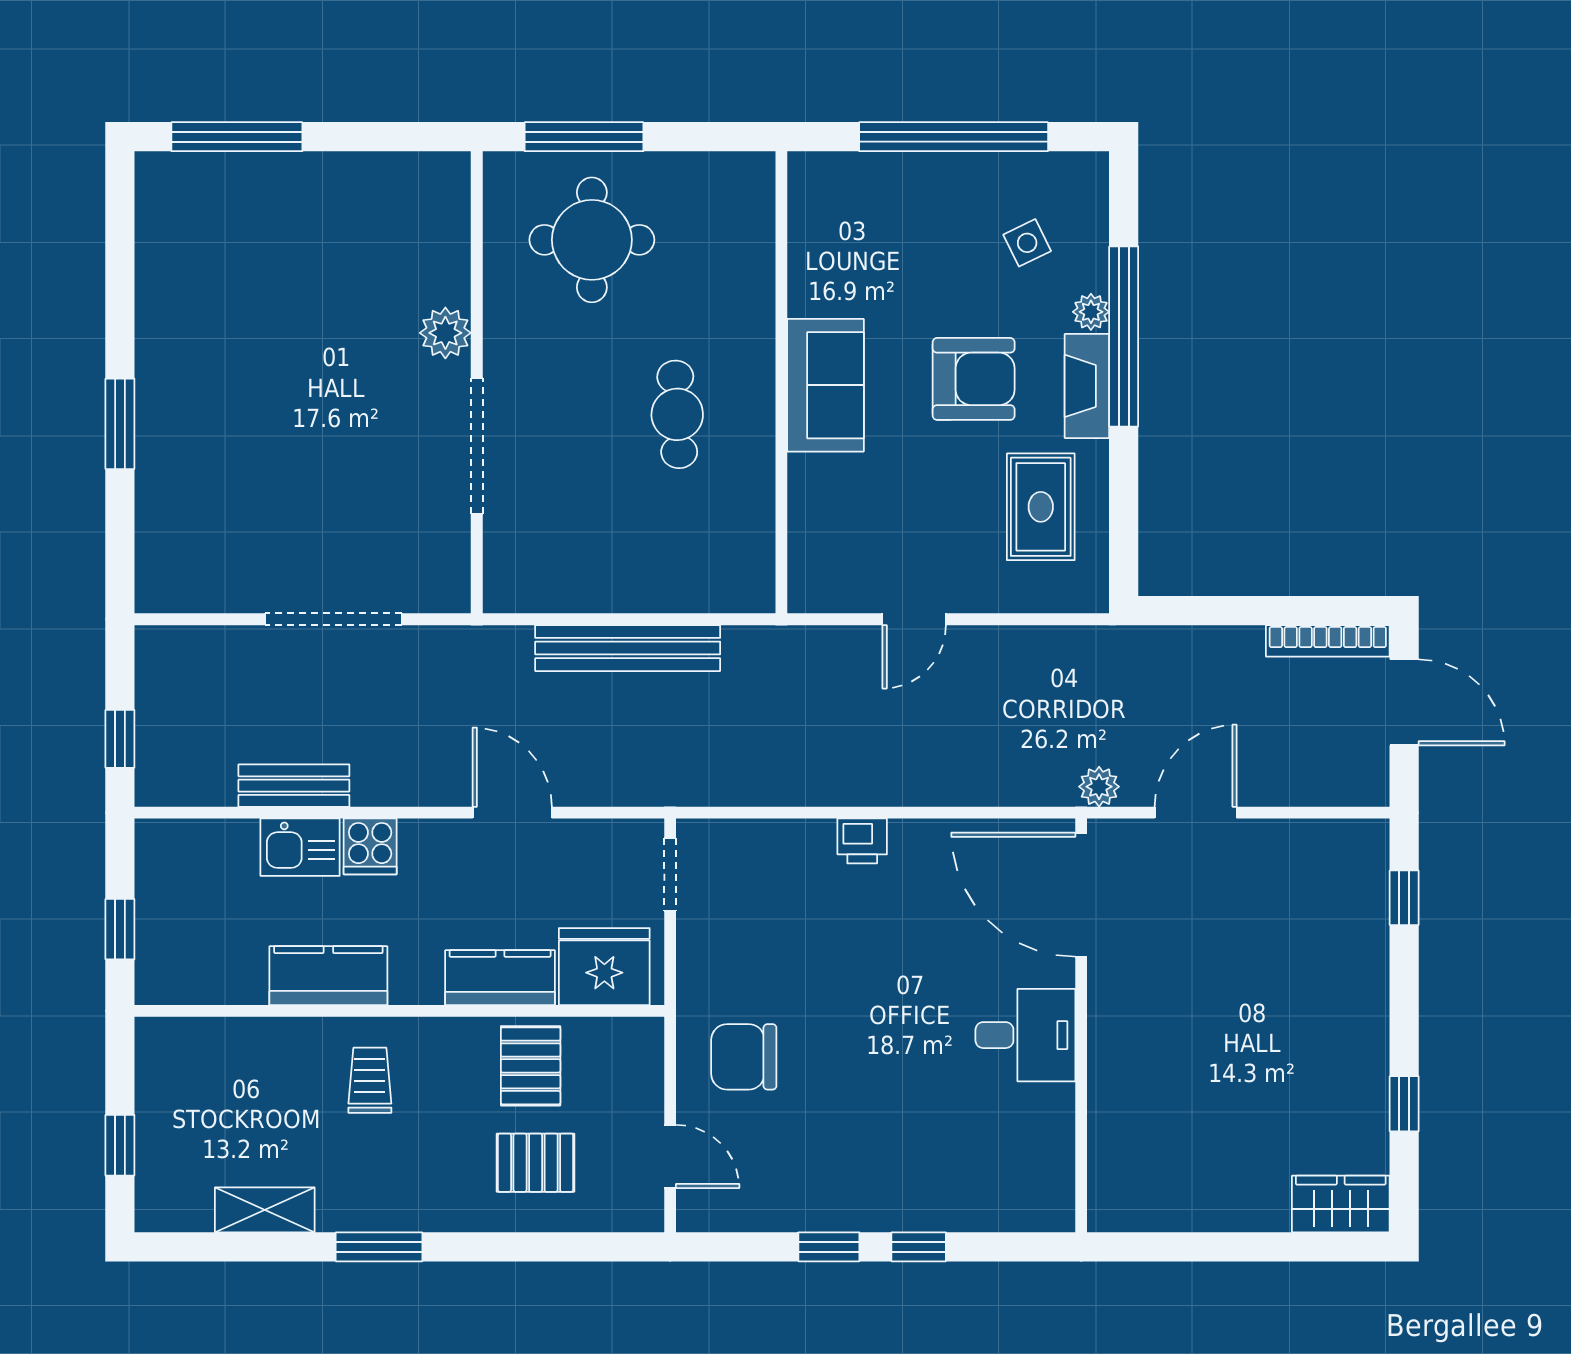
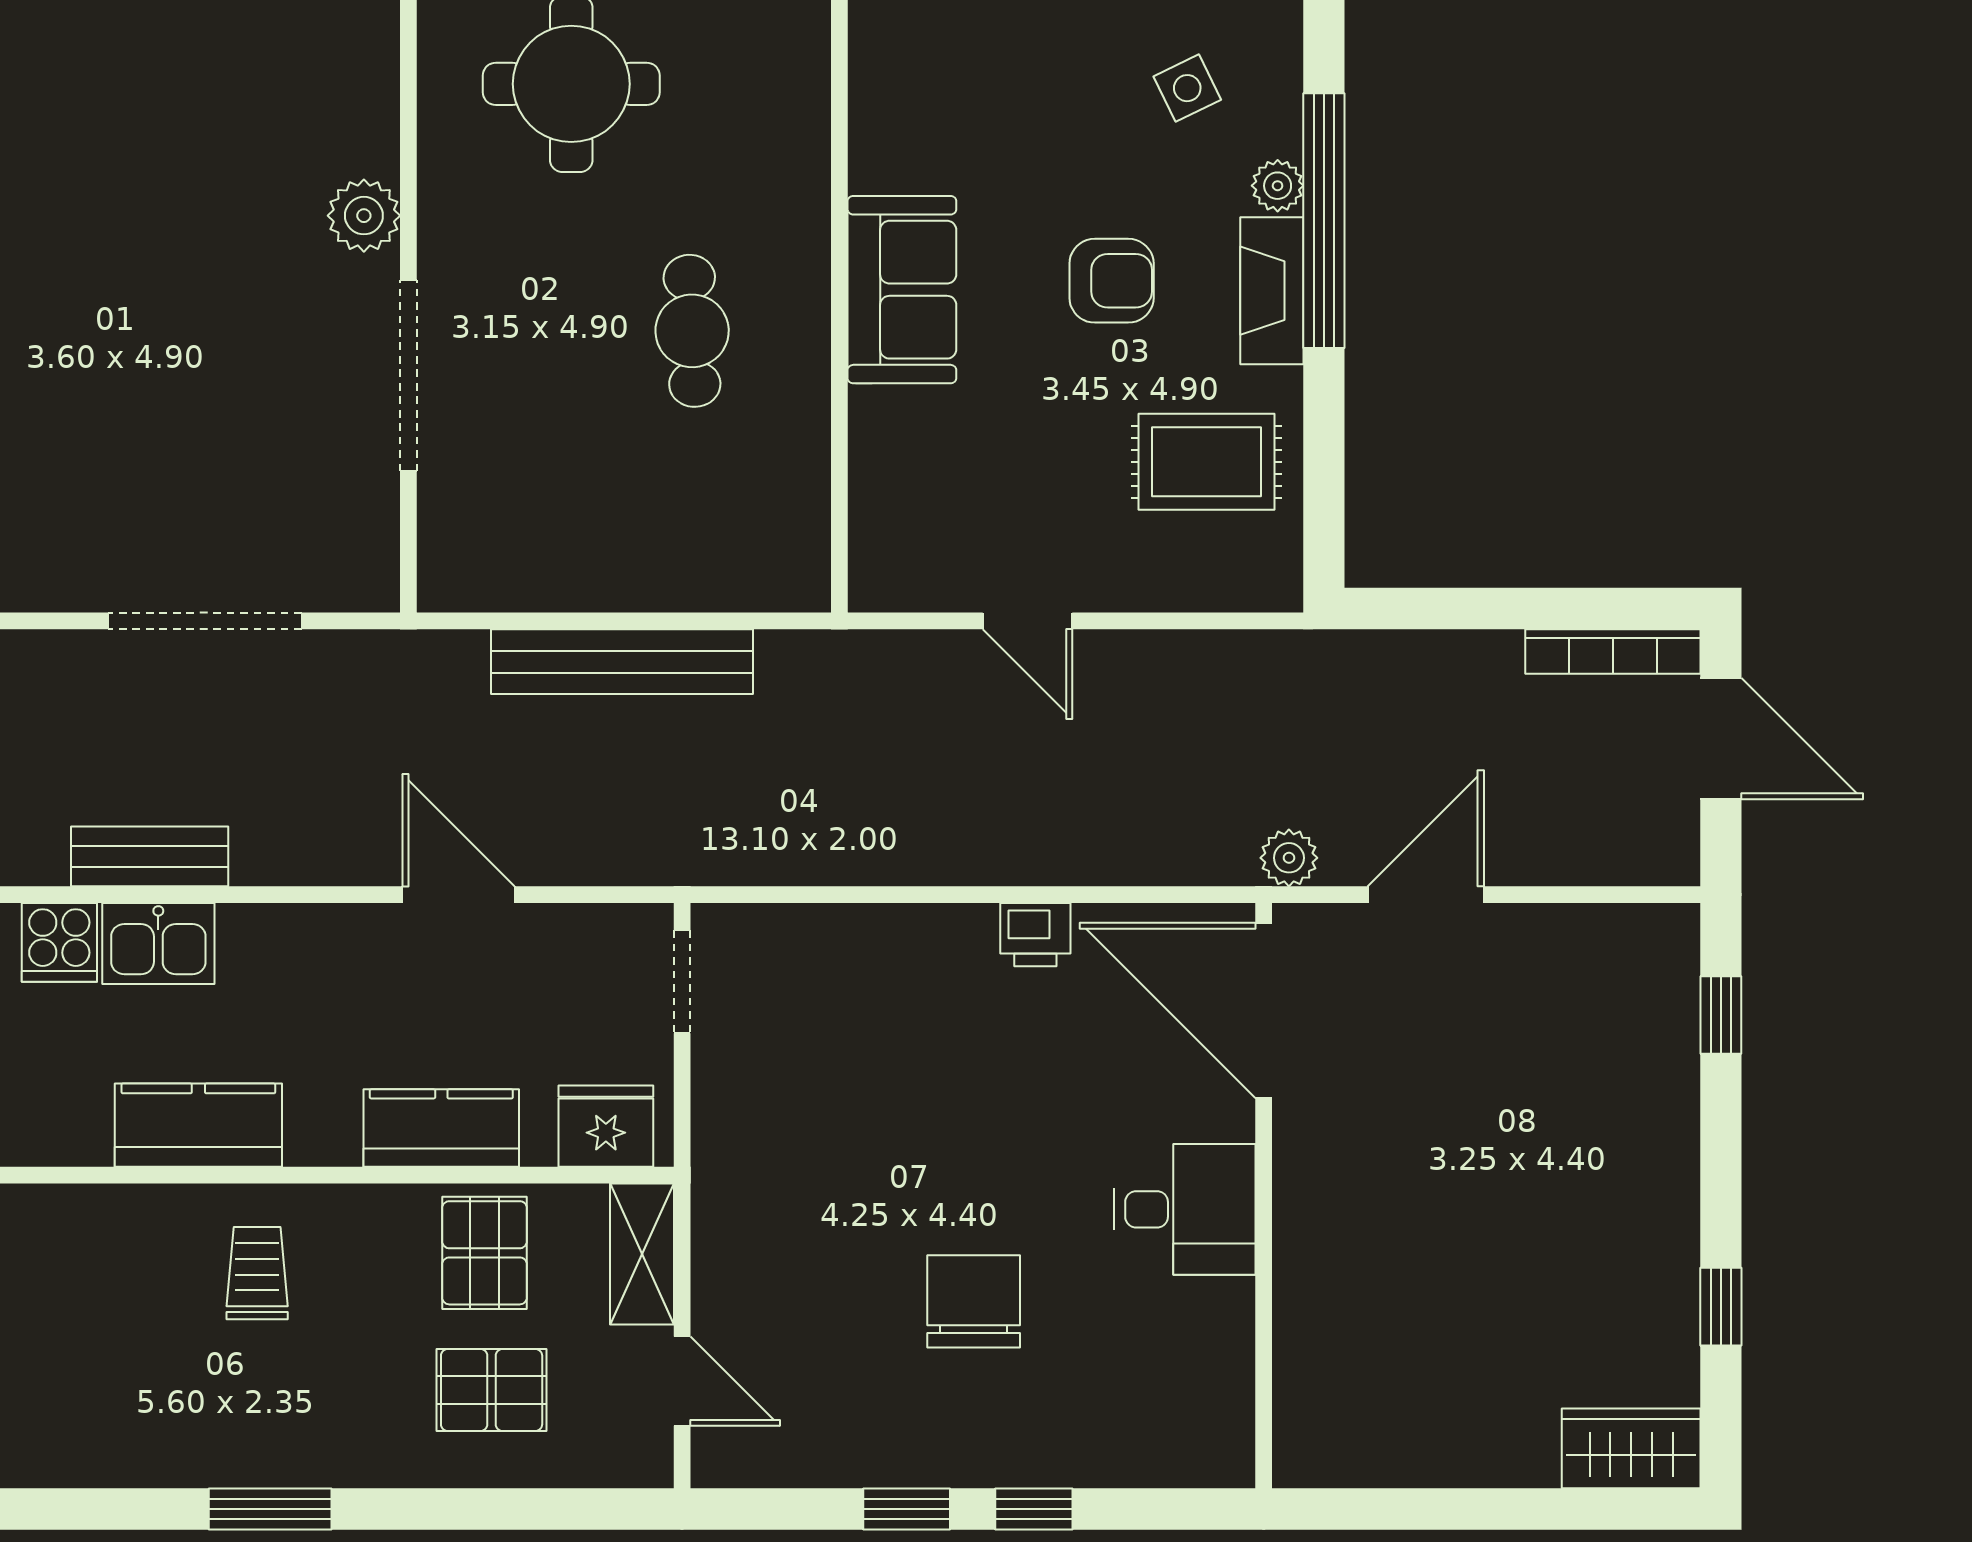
armchair: (974, 379) -> (1112, 281), width x0.72, depth x0.72
rug: (1041, 507) -> (1206, 462), turned 90
door: (914, 619) -> (1027, 621), hinge flipped
printer: (862, 841) -> (1035, 935), moved
cooker: (370, 846) -> (59, 942), moved
fridge: (604, 967) -> (606, 1126), width x0.73, depth x0.75
chair: (744, 1057) -> (974, 1301), moved, turned 90
shelving: (265, 1210) -> (642, 1254), moved, turned 90

